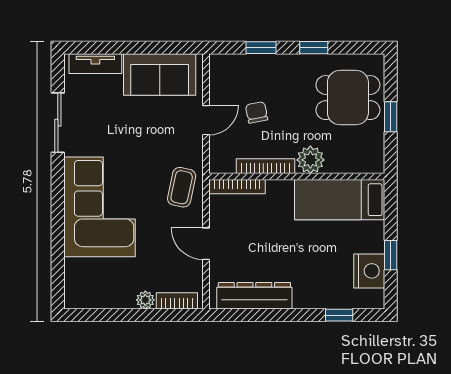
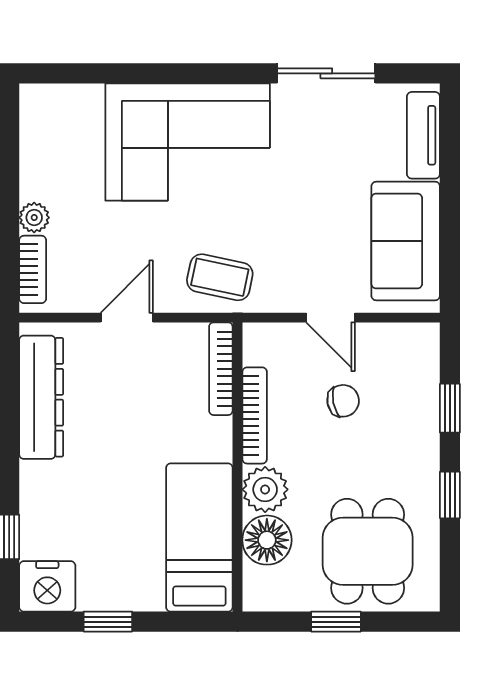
floor lamp: (341, 159) -> (267, 540), added
nightstand: (369, 271) -> (47, 586), moved

